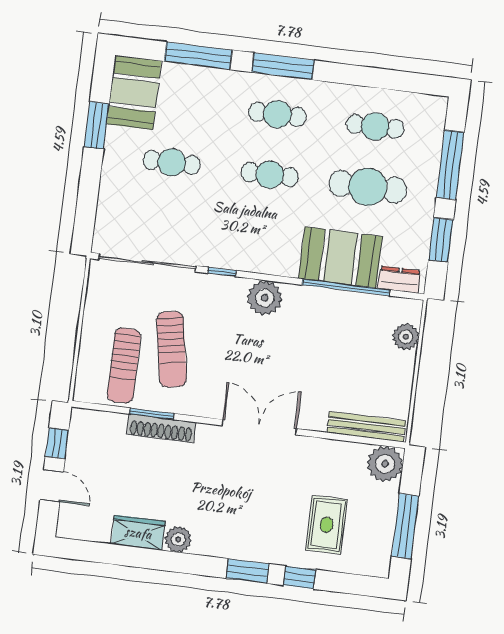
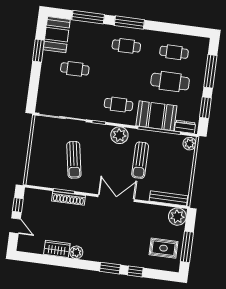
cafe table: (270, 175) -> (119, 105), moved
plant: (406, 337) -> (189, 144), moved
sun lounger: (124, 366) -> (140, 160), moved
rug: (327, 525) -> (164, 248), moved, turned 90

